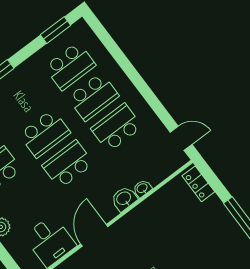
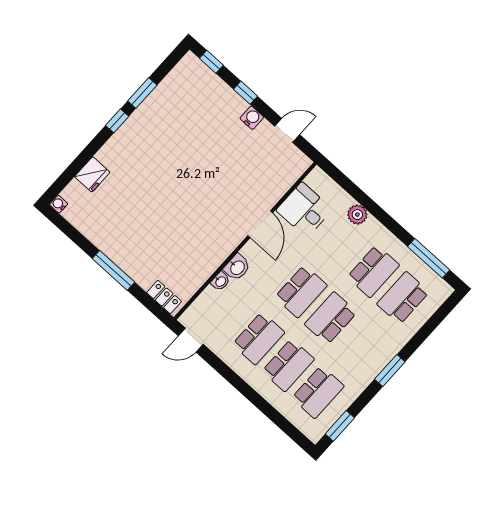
school desk: (70, 66) -> (318, 392), turned 180
school desk: (93, 97) -> (288, 365), turned 180

